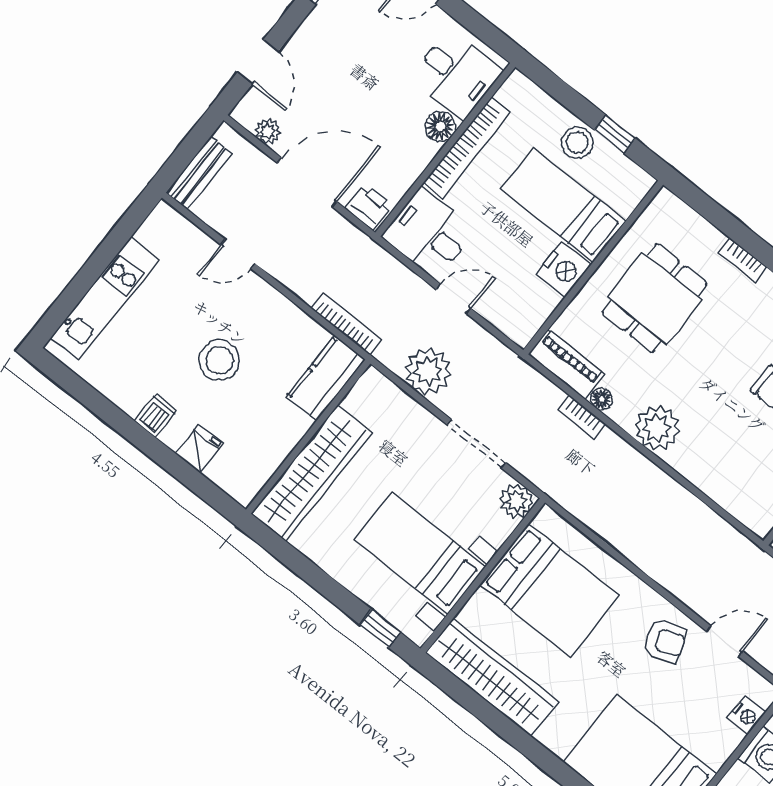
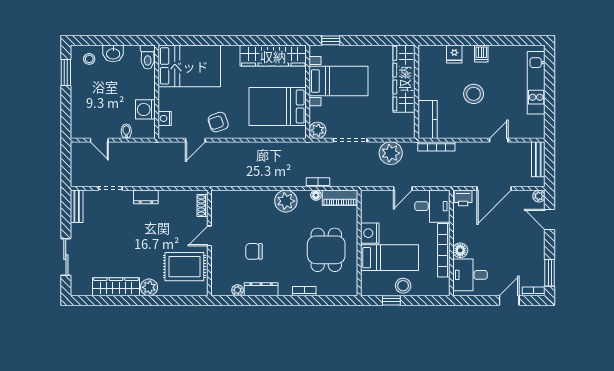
plant: (268, 131) -> (539, 196), moved

